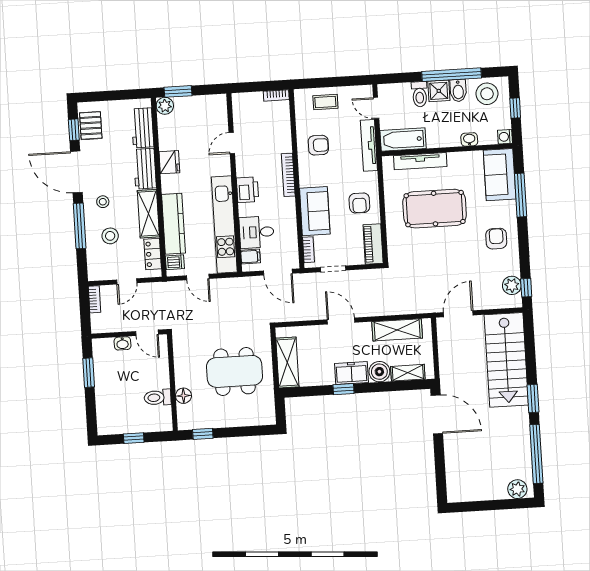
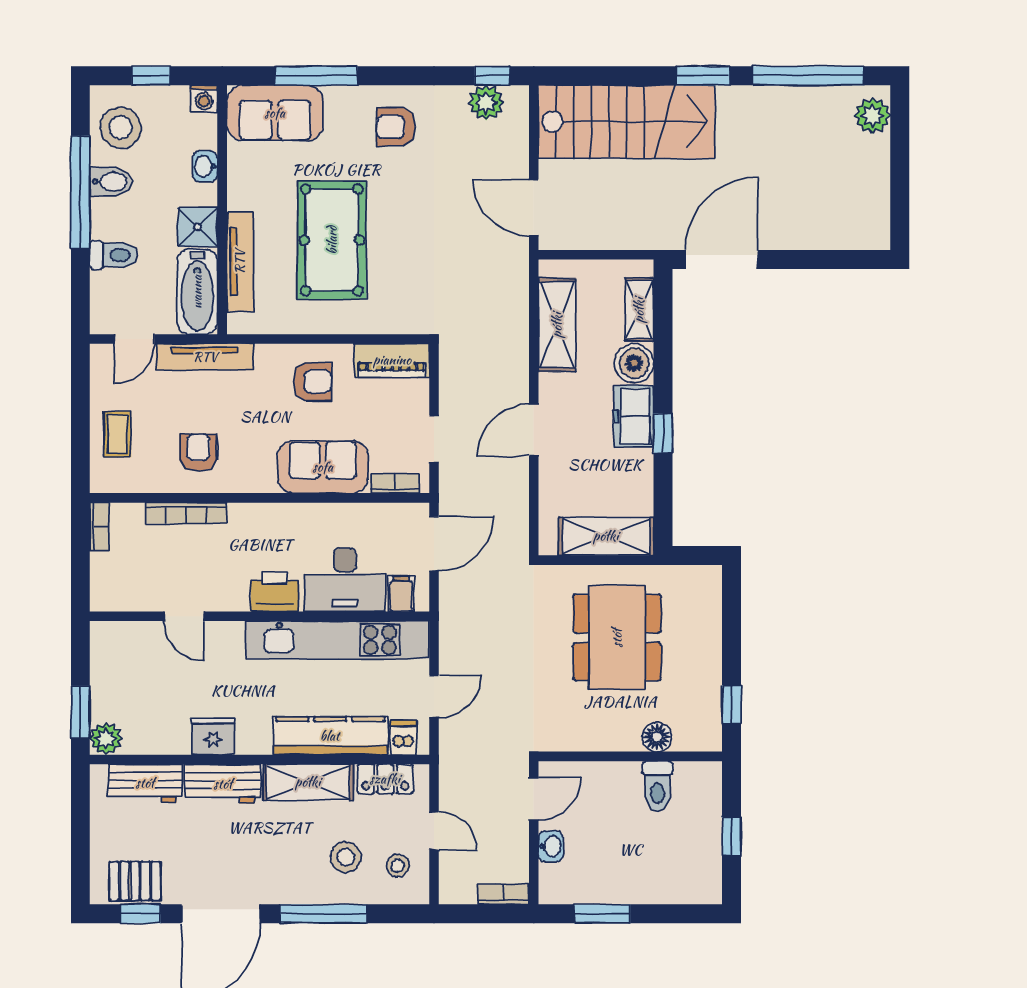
shower: (439, 91) -> (198, 227), moved
bookcase: (288, 175) -> (186, 513), moved
stool: (103, 202) -> (398, 866), moved
desk: (257, 232) -> (345, 580), width x1.37
bookcase: (94, 299) -> (503, 894), moved

